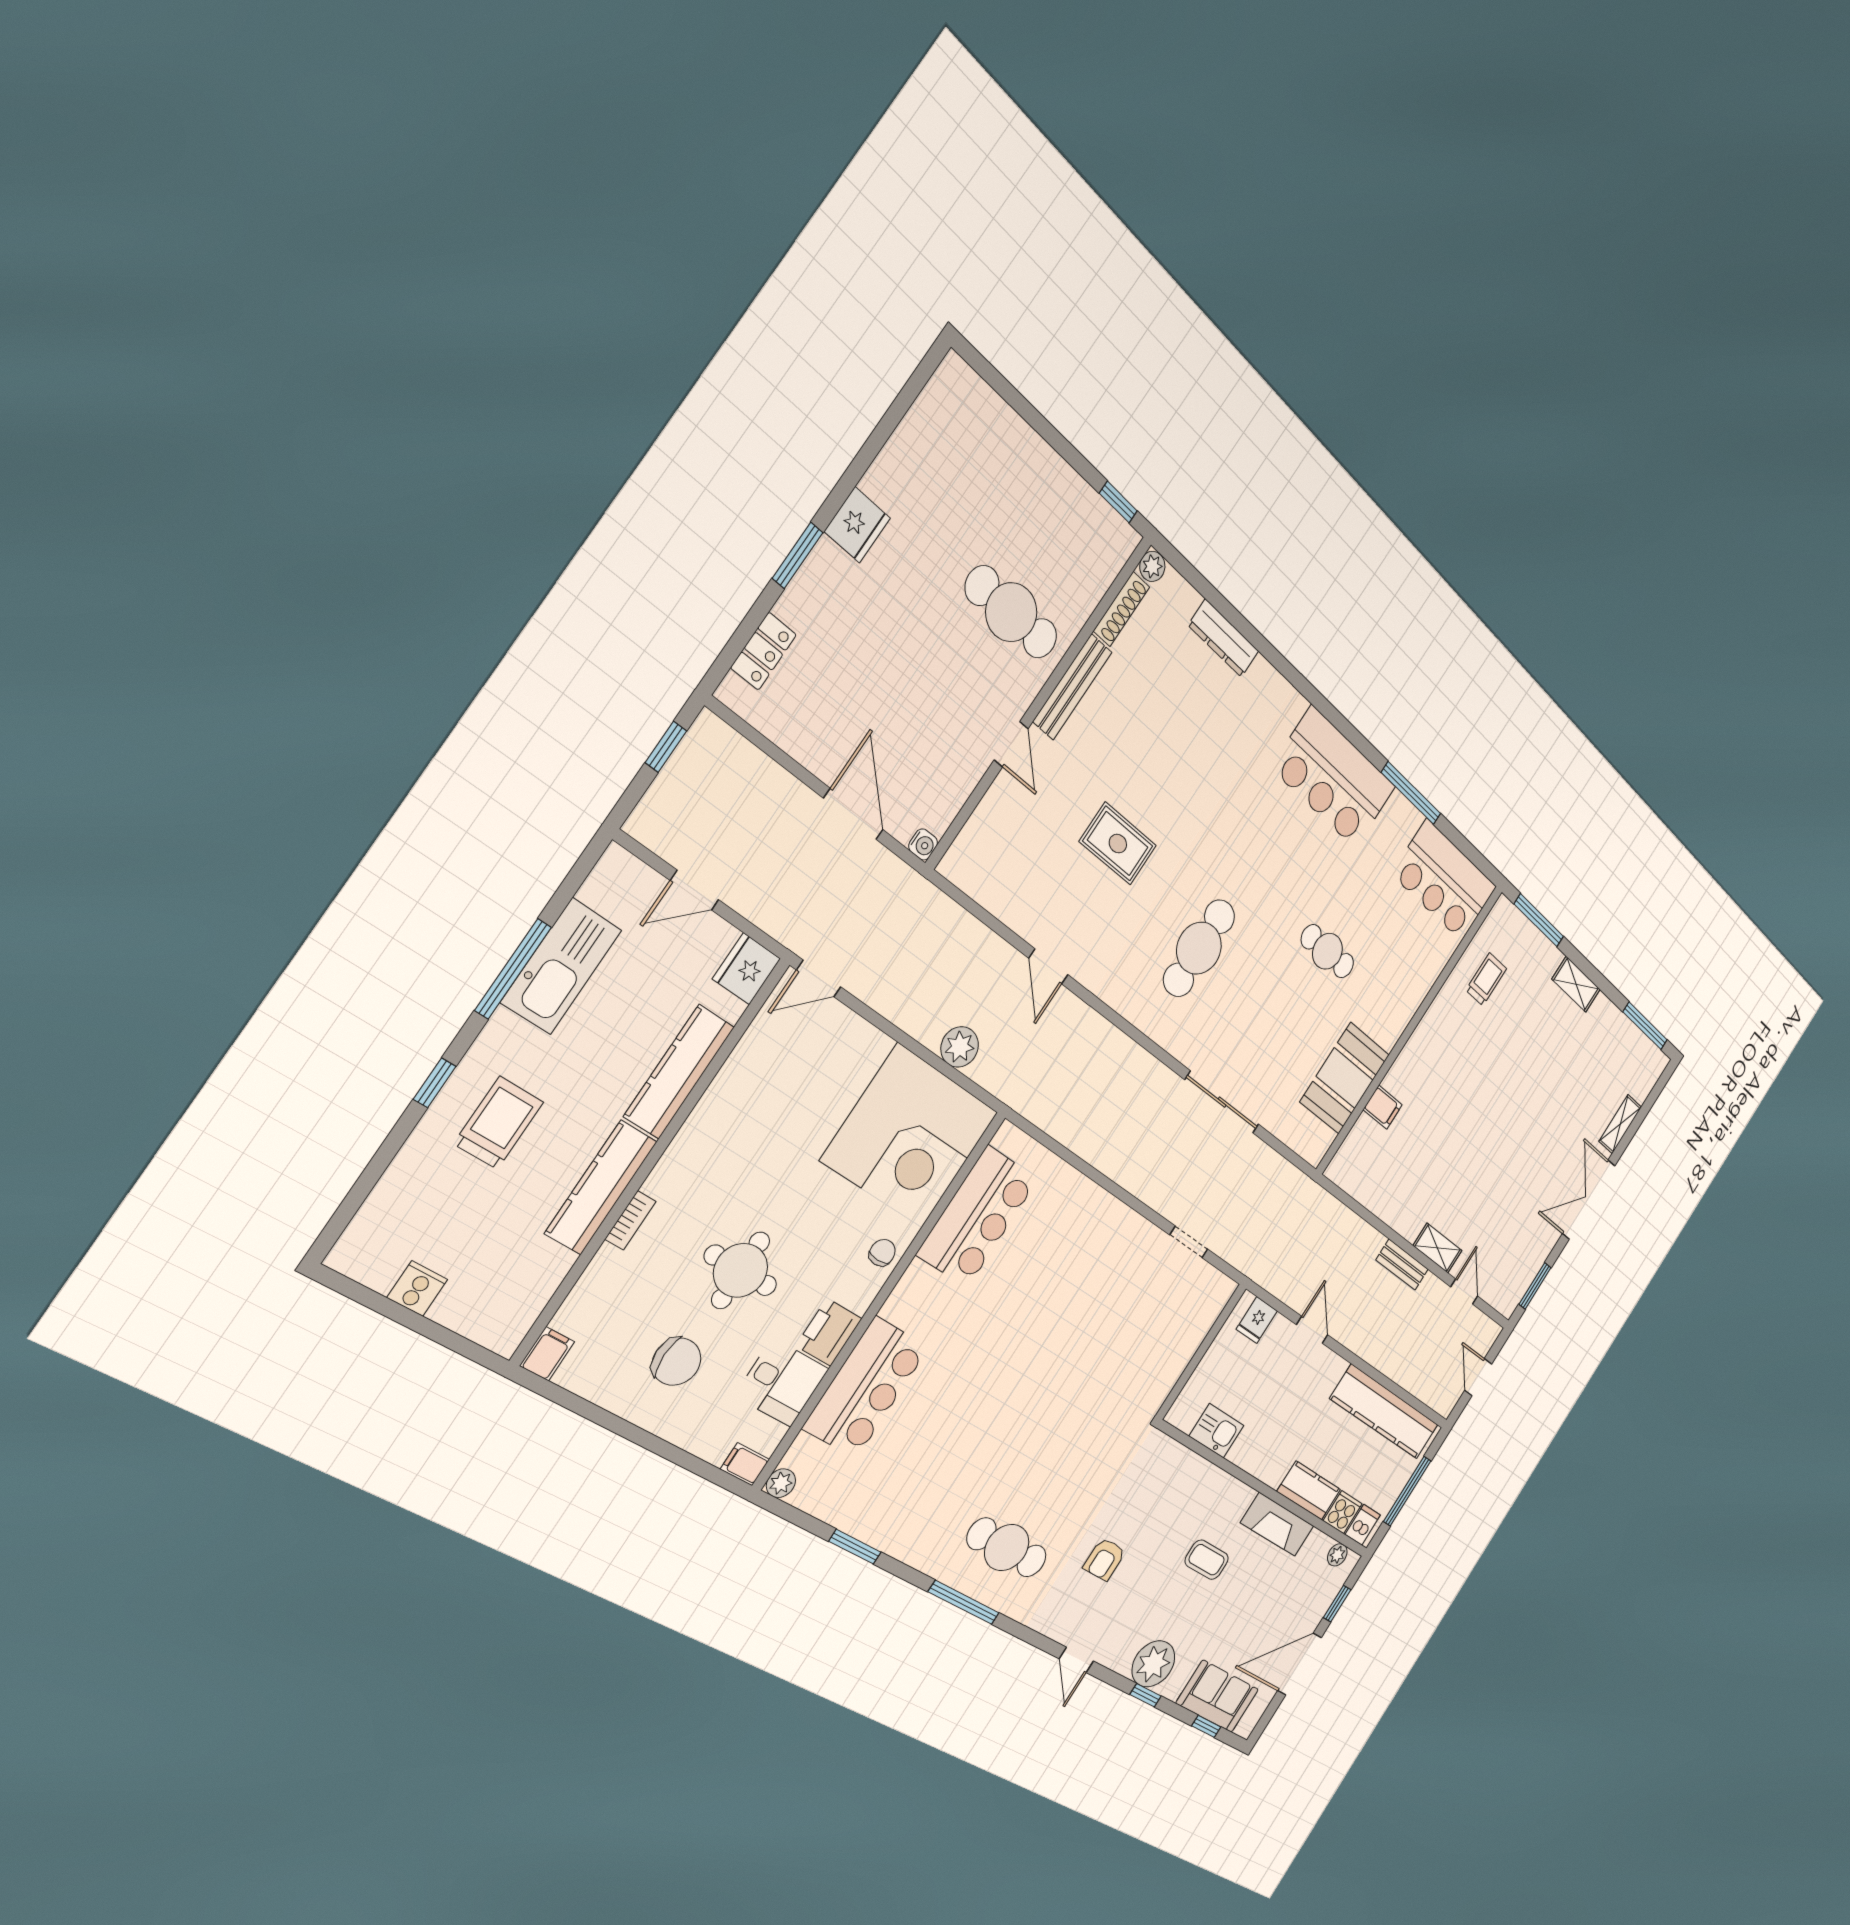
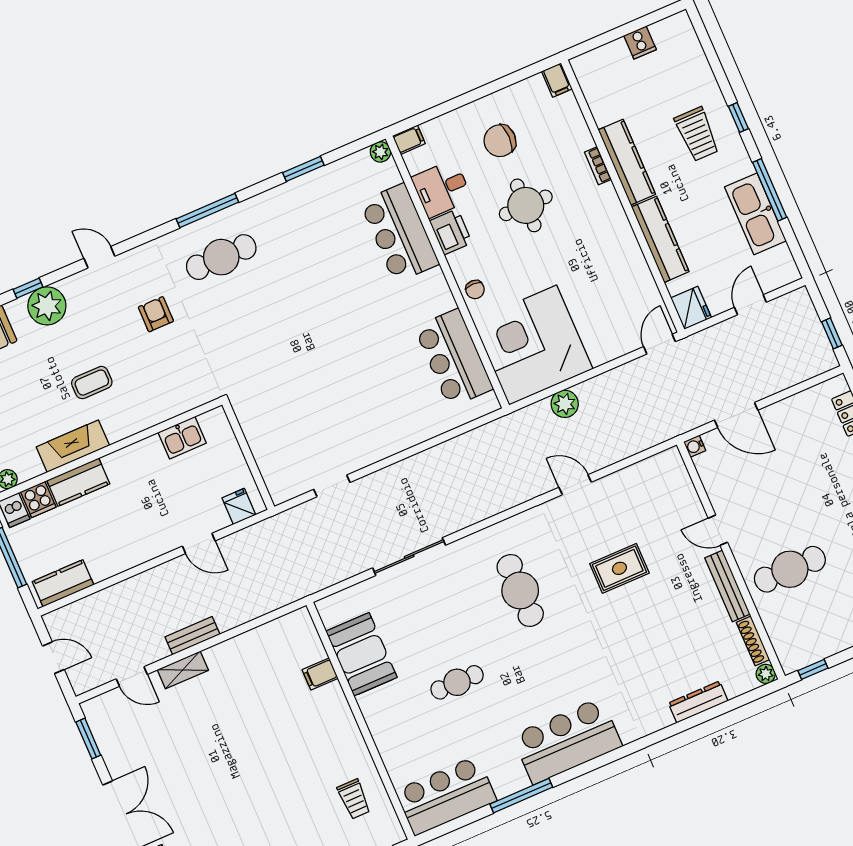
kitchen counter: (1385, 1412) -> (63, 583), width x0.48, depth x0.86

